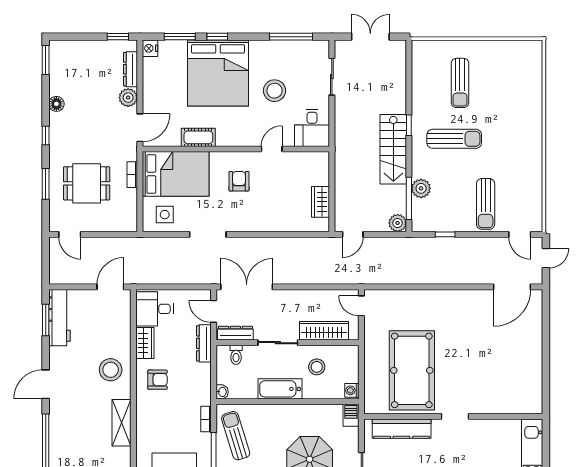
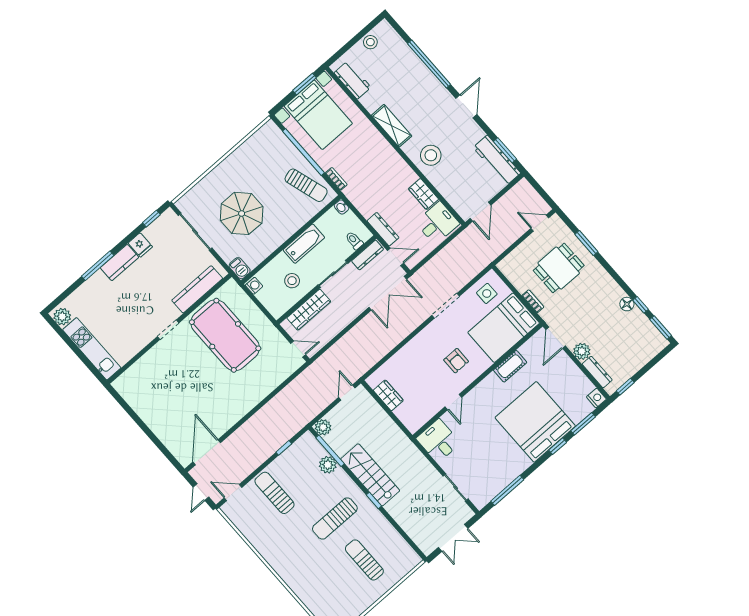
stool: (274, 91) -> (486, 444), removed
window: (46, 136) -> (641, 305), moved
armchair: (157, 380) -> (393, 177), removed

